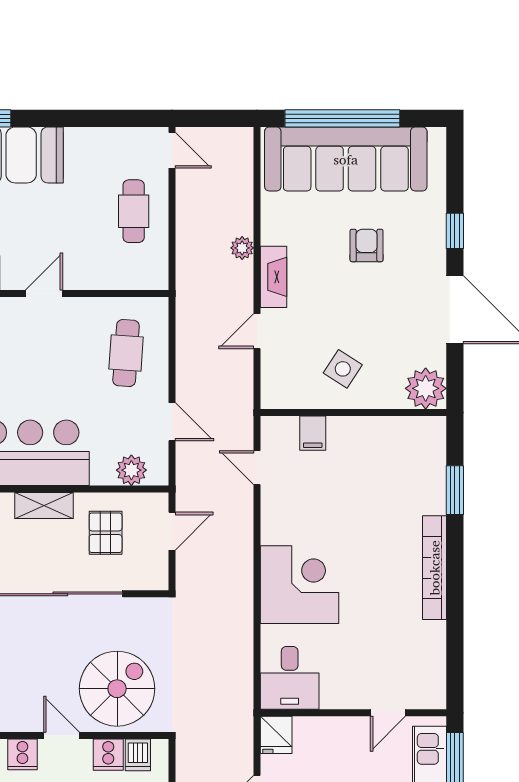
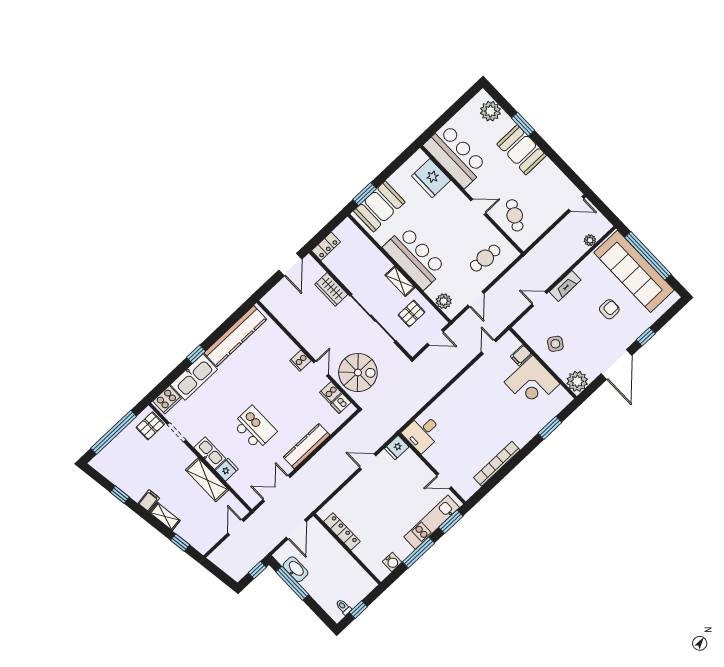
door: (172, 150) -> (576, 204), hinge flipped
cafe table: (134, 211) -> (515, 215), moved, turned -61
plant: (242, 248) -> (590, 240), moved
bookcase: (434, 568) -> (497, 464), moved
corner desk: (299, 585) -> (532, 383), moved, turned 90

